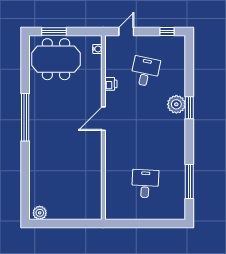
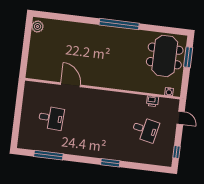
printer: (111, 84) -> (152, 101), moved
plant: (176, 104) -> (114, 152), removed
door: (103, 119) -> (71, 85), moved

